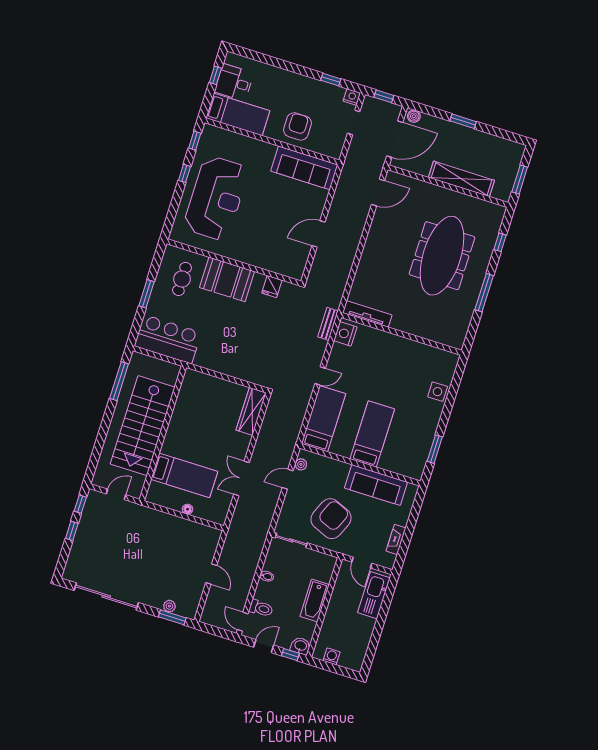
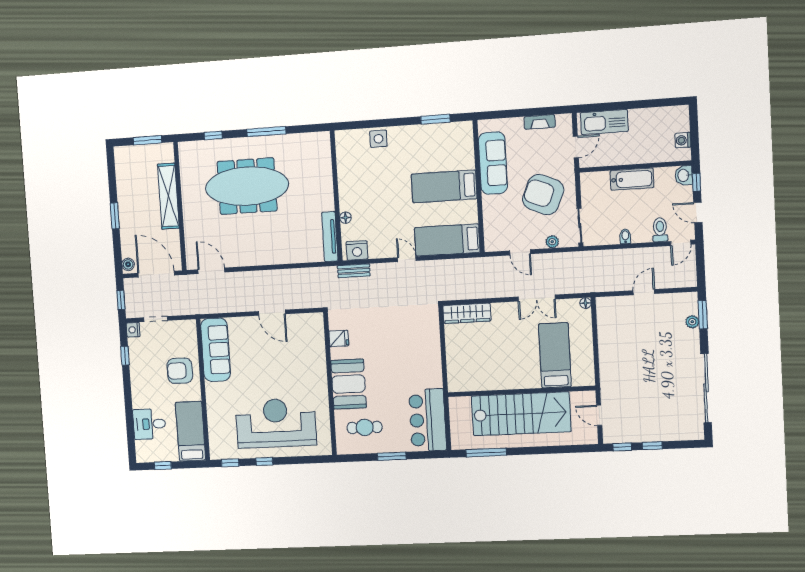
desk: (234, 82) -> (149, 424), moved, turned 90
floor lamp: (379, 335) -> (345, 218), added
plant: (301, 464) -> (552, 242), moved
floor lamp: (188, 509) -> (585, 303), moved

